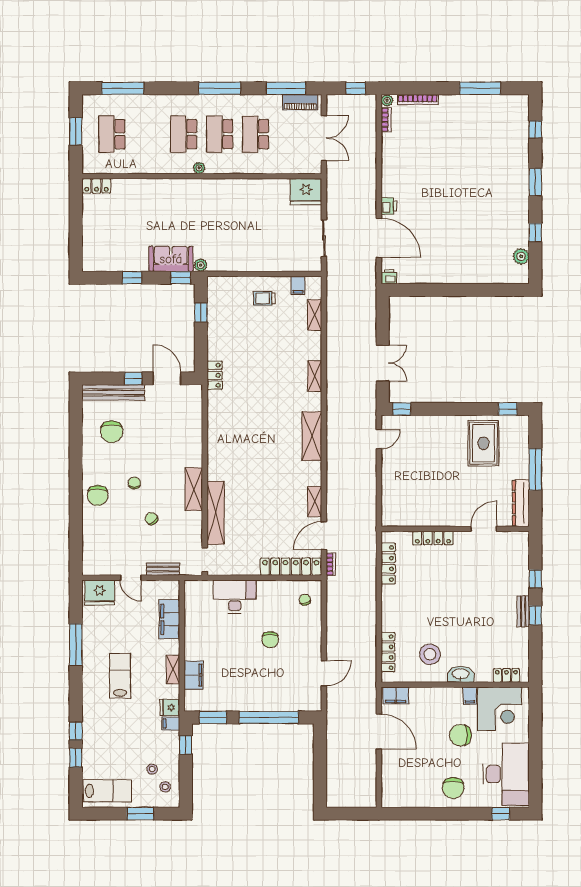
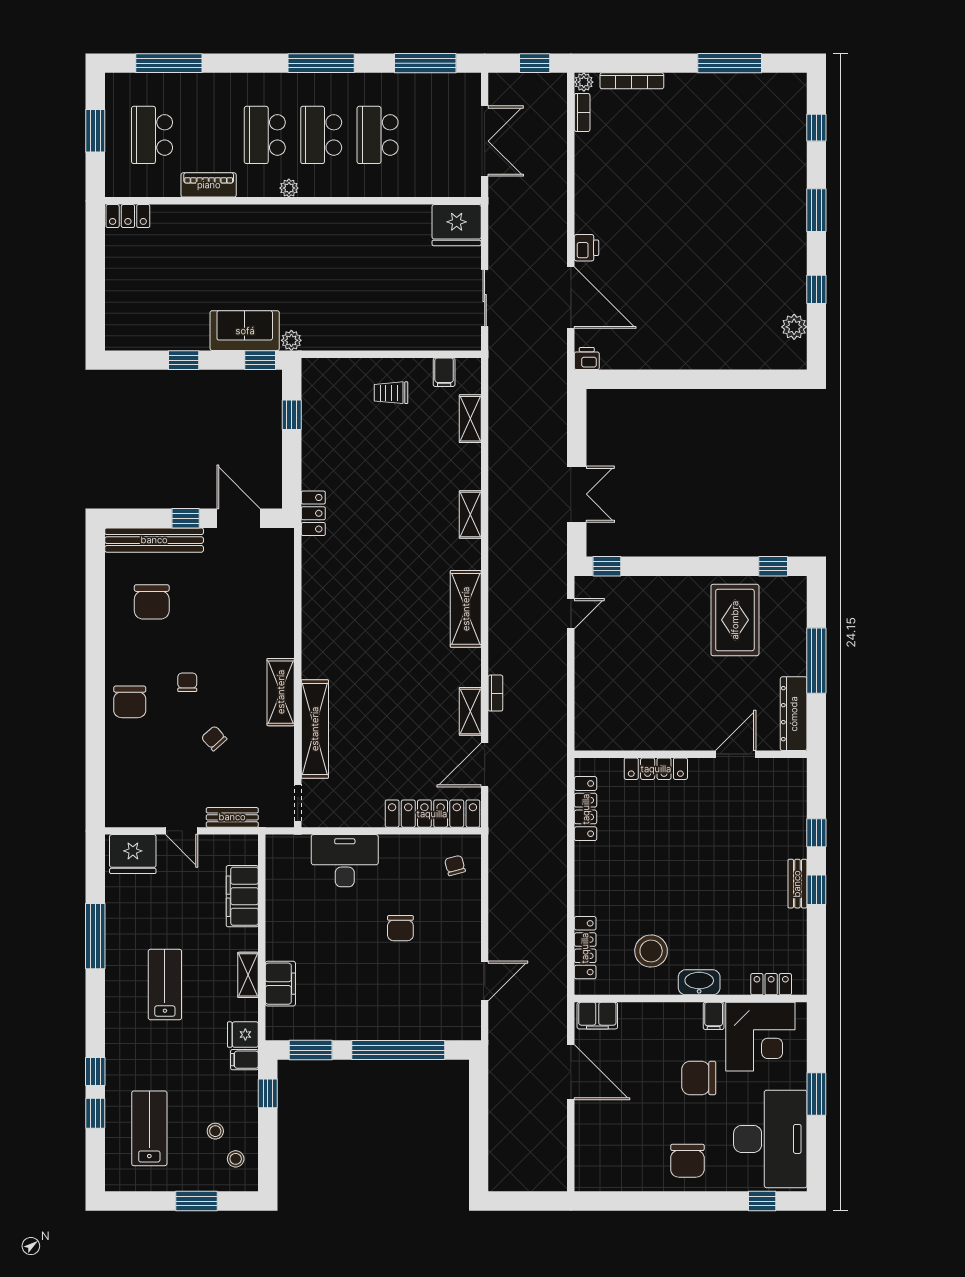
piano: (300, 102) -> (209, 185), moved, turned 180
bookcase: (331, 564) -> (495, 693), moved
window: (535, 745) -> (816, 1094), added
lab bench: (108, 791) -> (149, 1128), moved, turned -90

